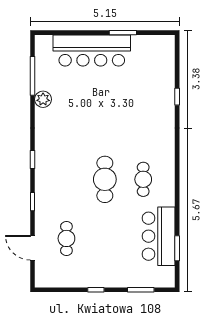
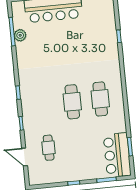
plant: (43, 99) -> (20, 35), moved
cafe table: (143, 179) -> (100, 99), width x1.37, depth x1.35
bar counter: (159, 236) -> (117, 155), moved

